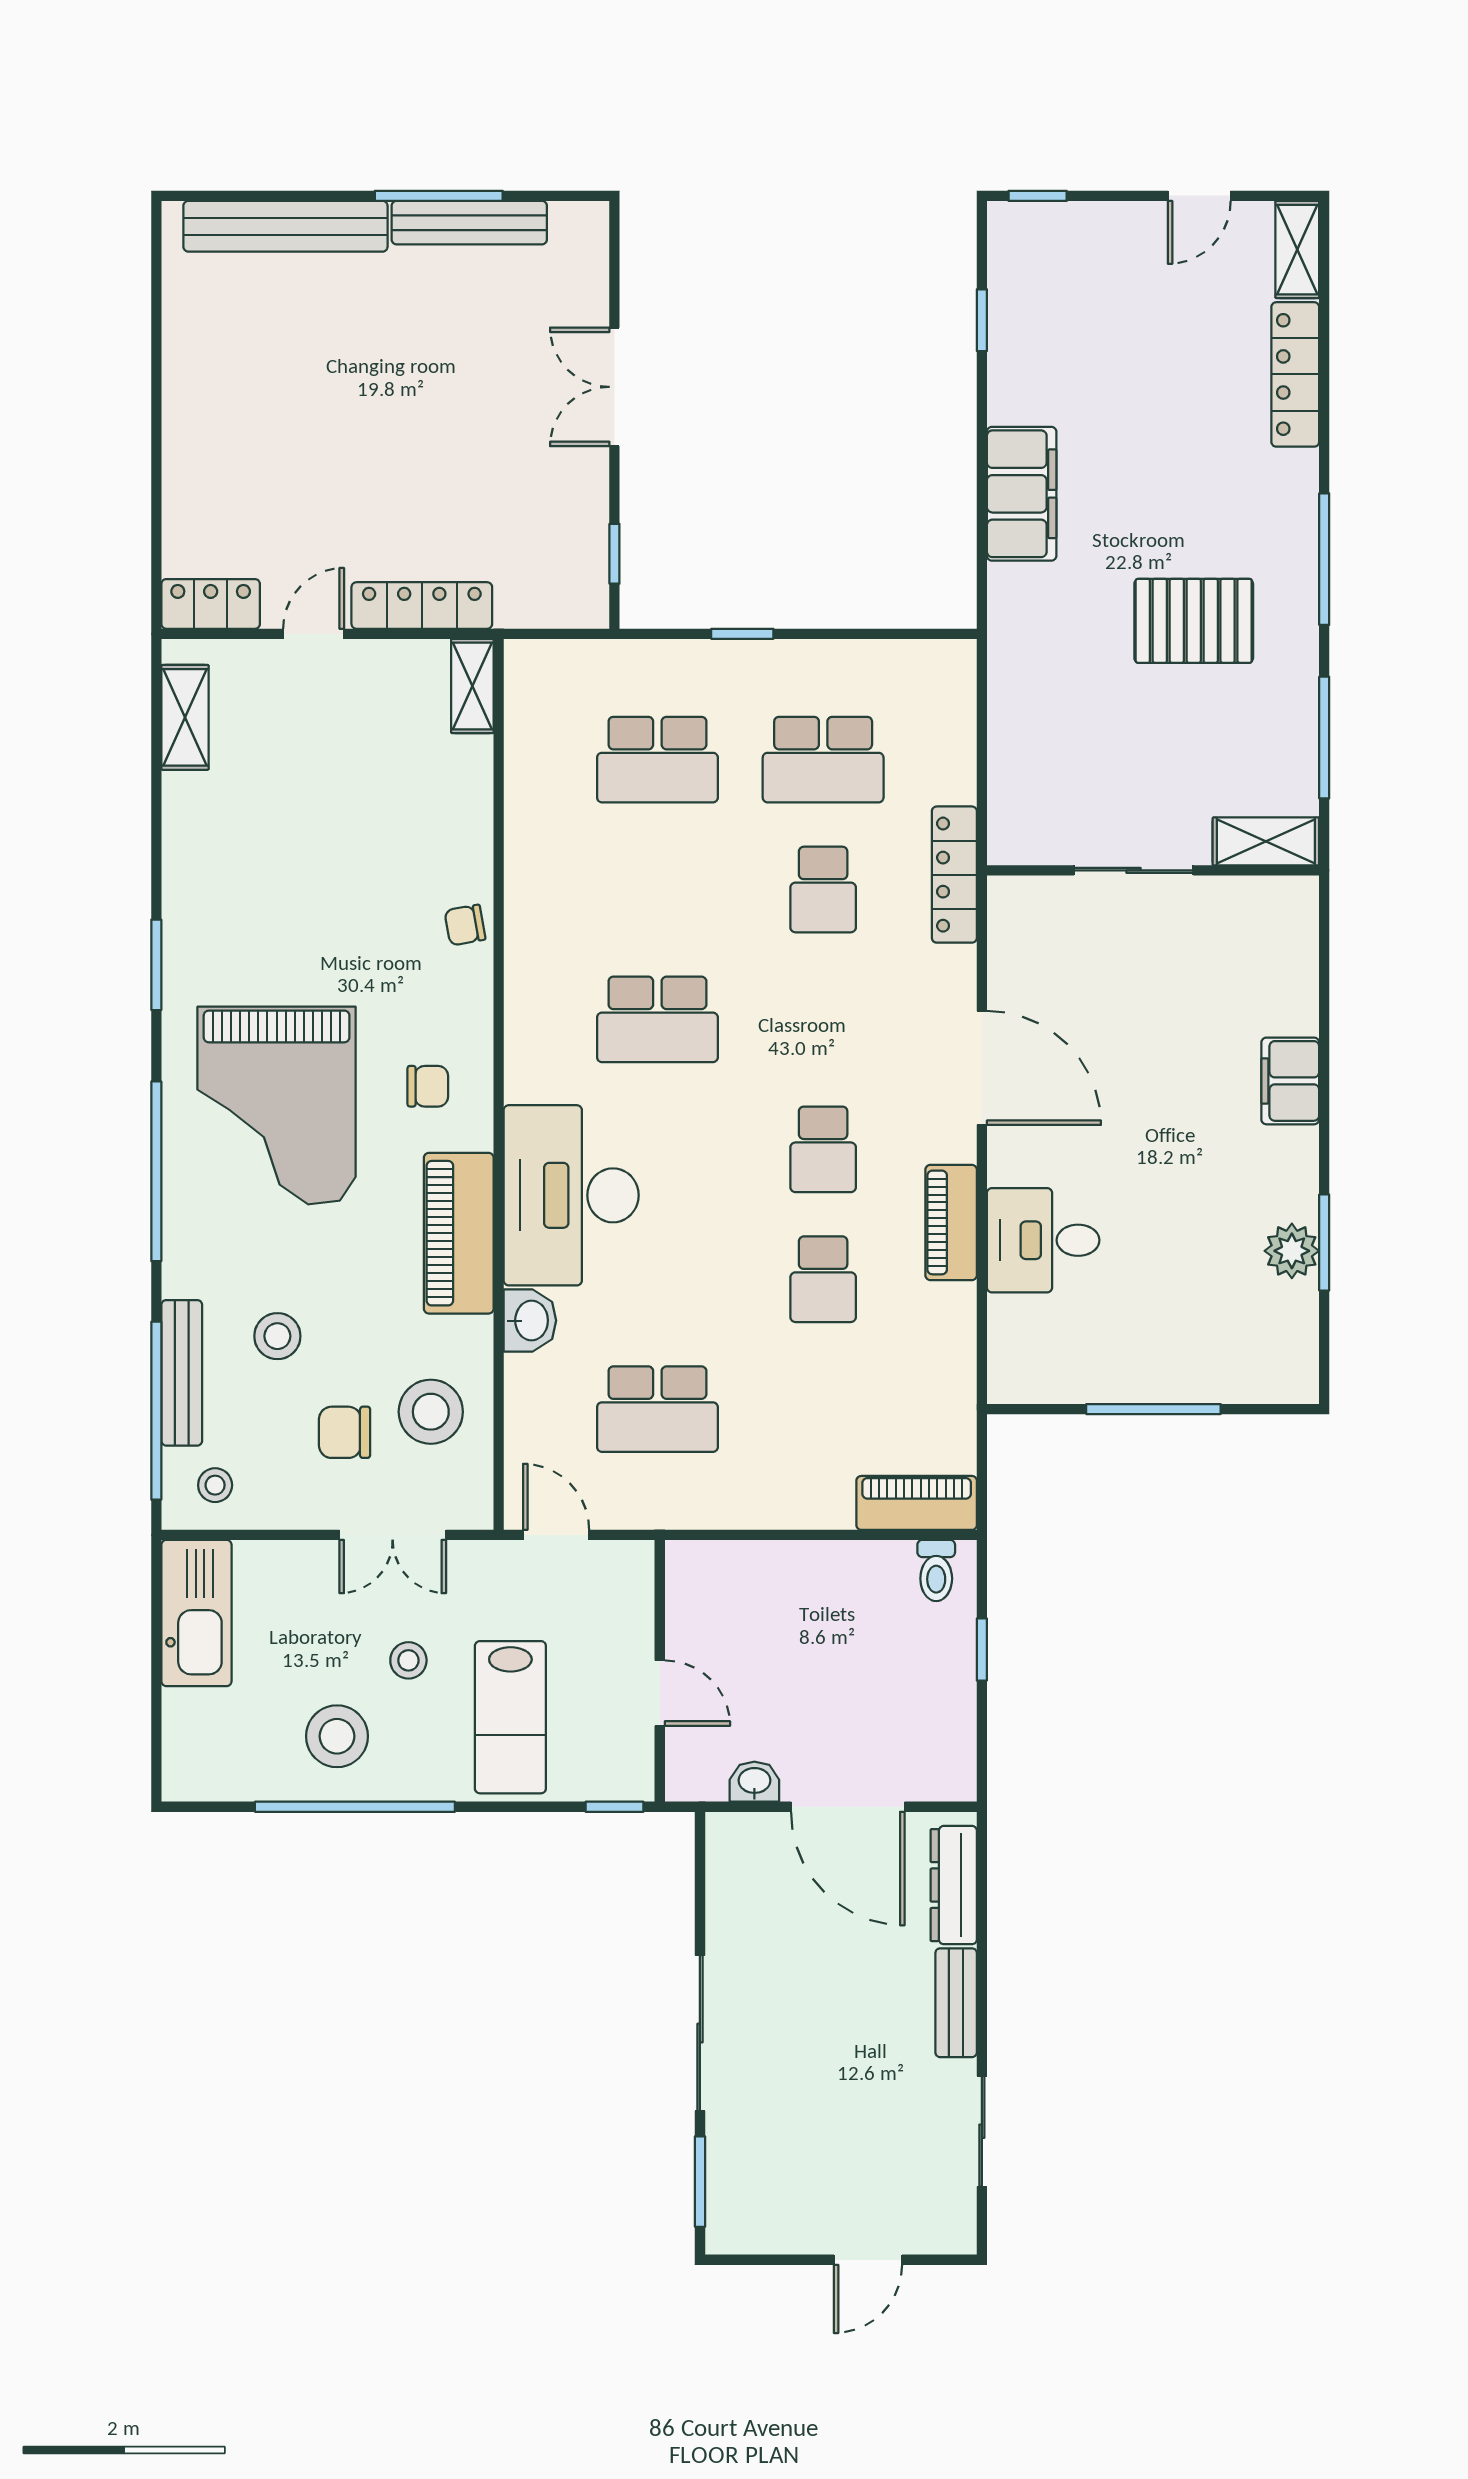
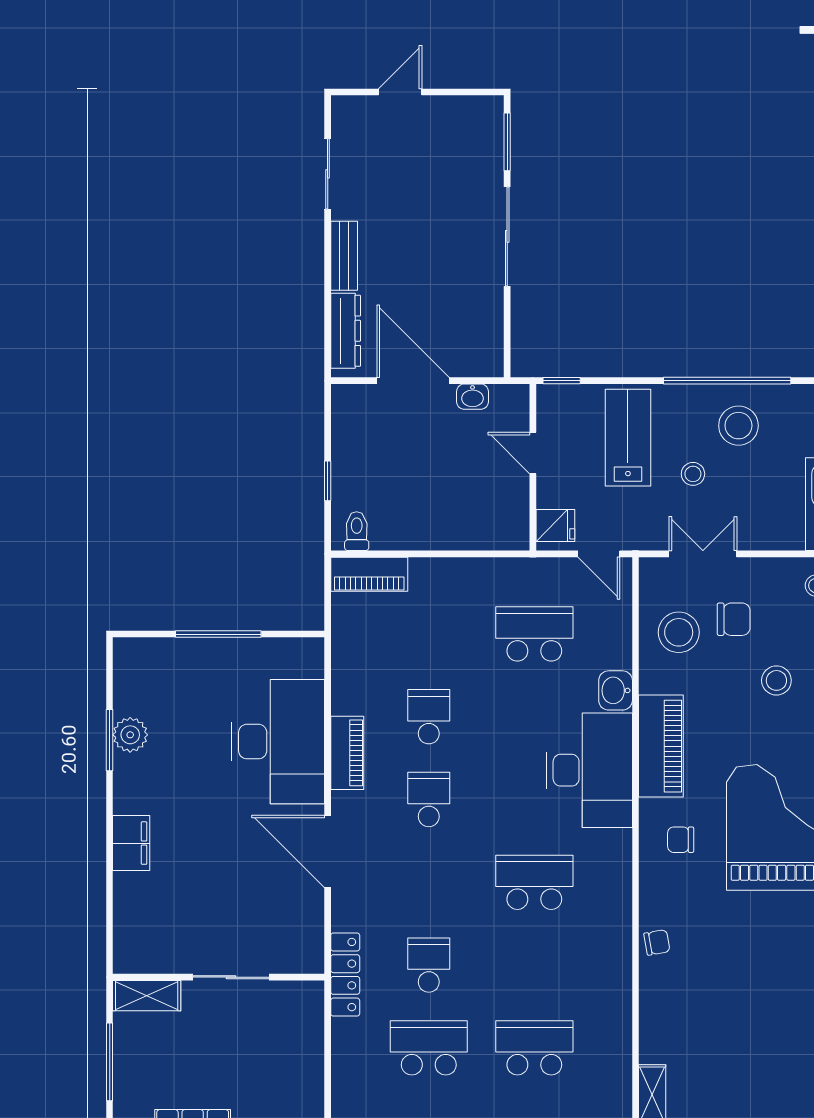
desk: (1043, 1240) -> (278, 742), width x1.87, depth x1.30
fridge: (624, 1579) -> (555, 526), added

